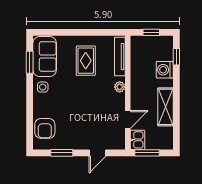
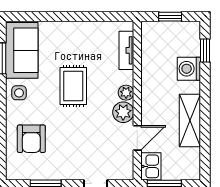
tv unit: (120, 57) -> (126, 50), width x0.71
rug: (86, 61) -> (73, 86), moved
plant: (118, 101) -> (123, 112), added
armchair: (45, 128) -> (31, 139), moved

